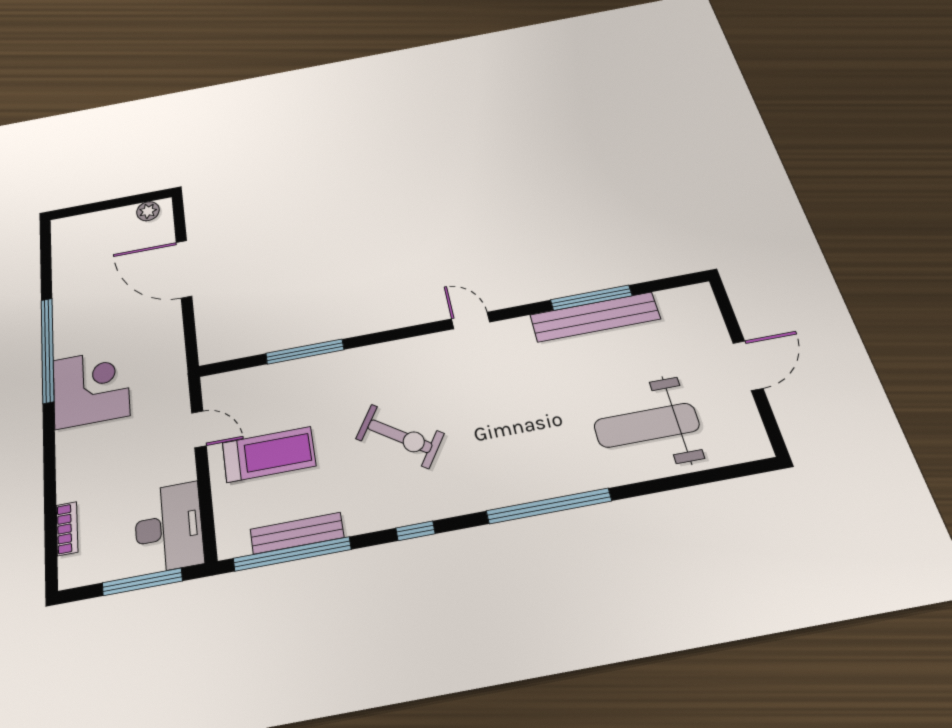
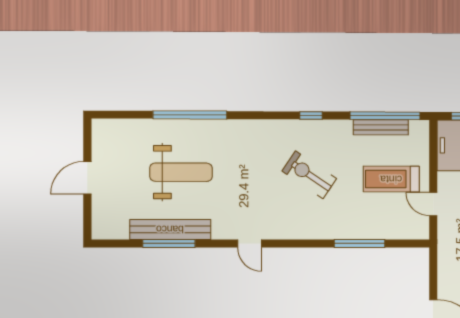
weight bench: (647, 425) -> (181, 172), moved
window: (549, 506) -> (190, 115), moved

